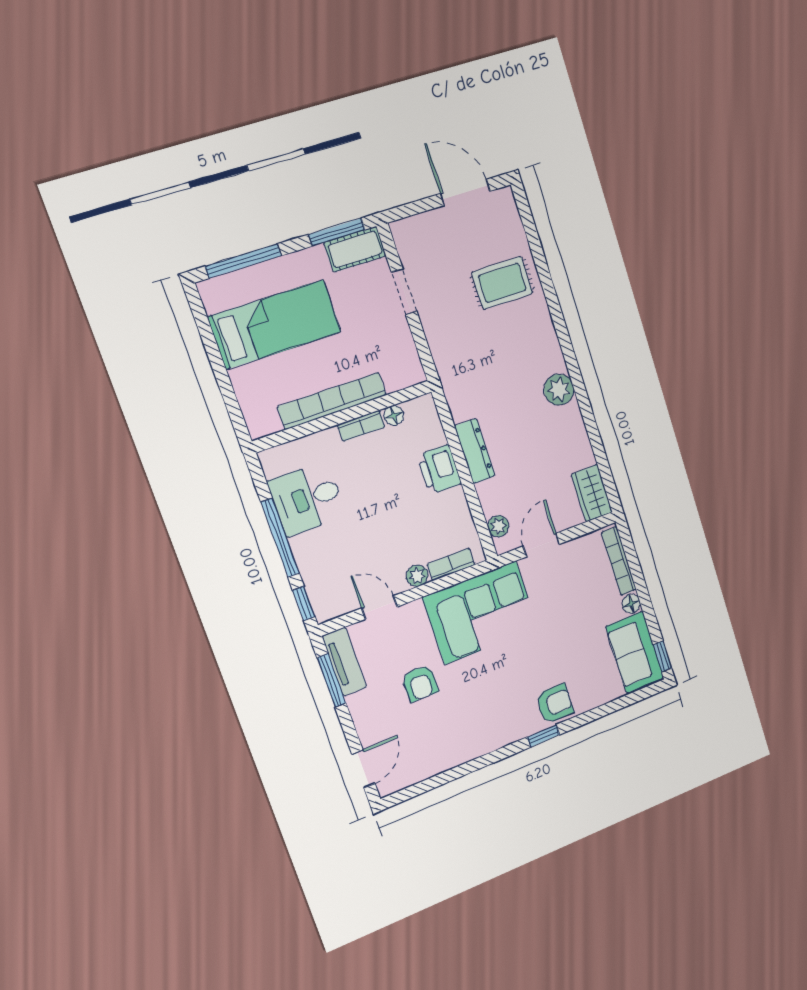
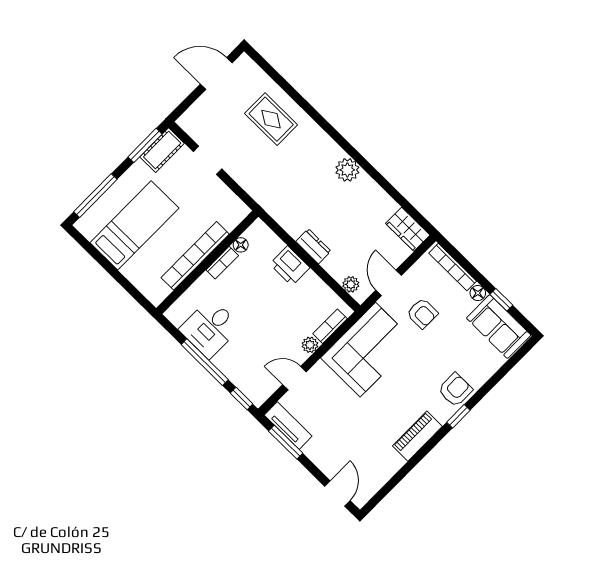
rug: (502, 283) -> (271, 119), turned 90
dresser: (475, 451) -> (313, 246), width x0.70
window: (662, 656) -> (501, 300), moved
armchair: (420, 683) -> (422, 313), moved
piano: (487, 739) -> (417, 436), added

